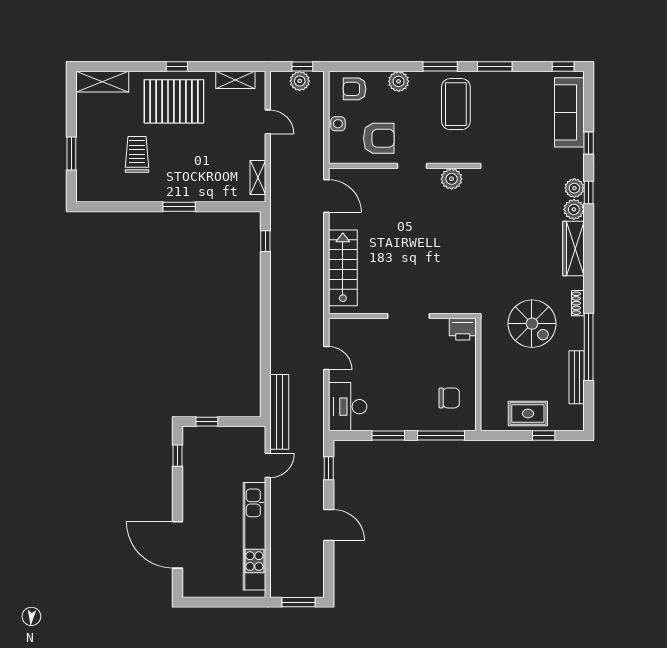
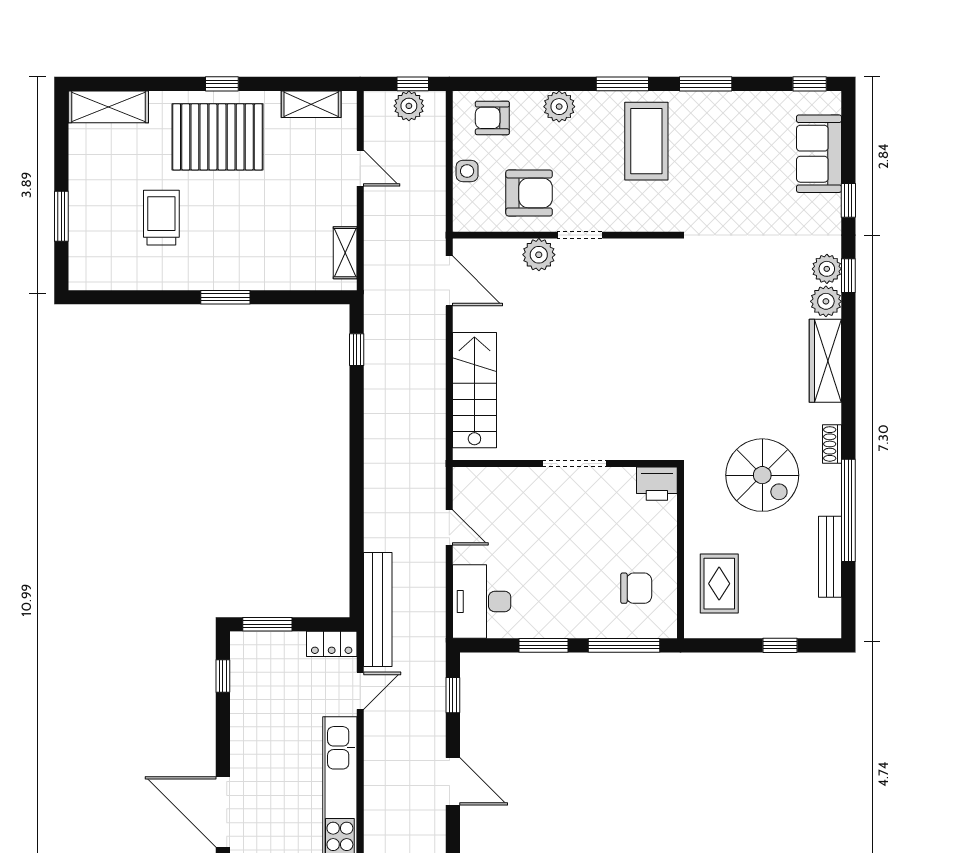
sofa: (569, 112) -> (819, 154), width x0.73
plant: (452, 179) -> (539, 255), moved
rug: (528, 413) -> (719, 584), moved, turned 90
window: (207, 422) -> (267, 624), width x1.50
locker: (249, 435) -> (332, 644), added

